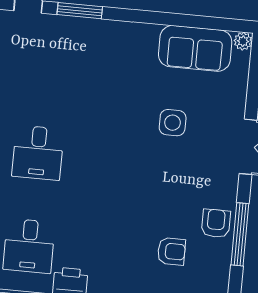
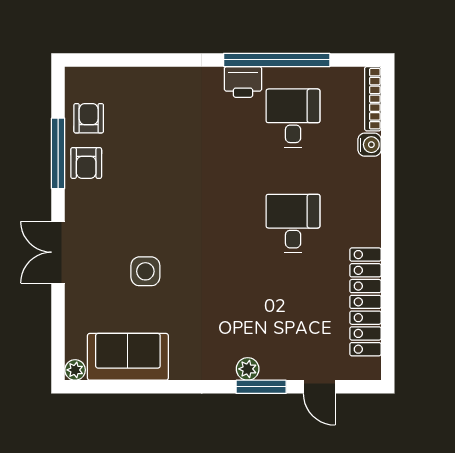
plant: (90, 28) -> (248, 369), added
armchair: (172, 251) -> (89, 118), moved, turned 90

